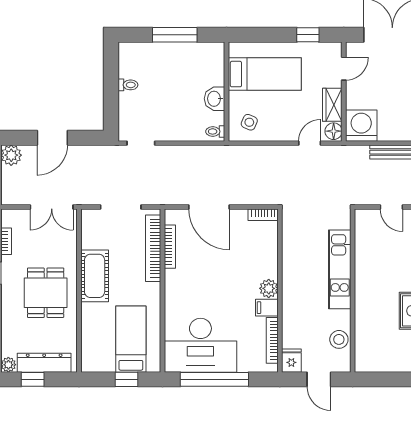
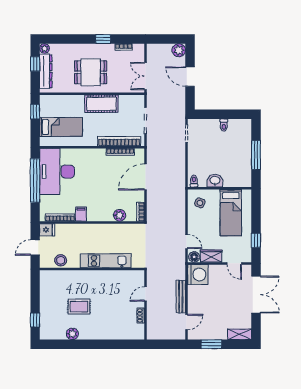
plant: (269, 288) -> (120, 215), moved
window: (127, 379) -> (35, 112), moved

